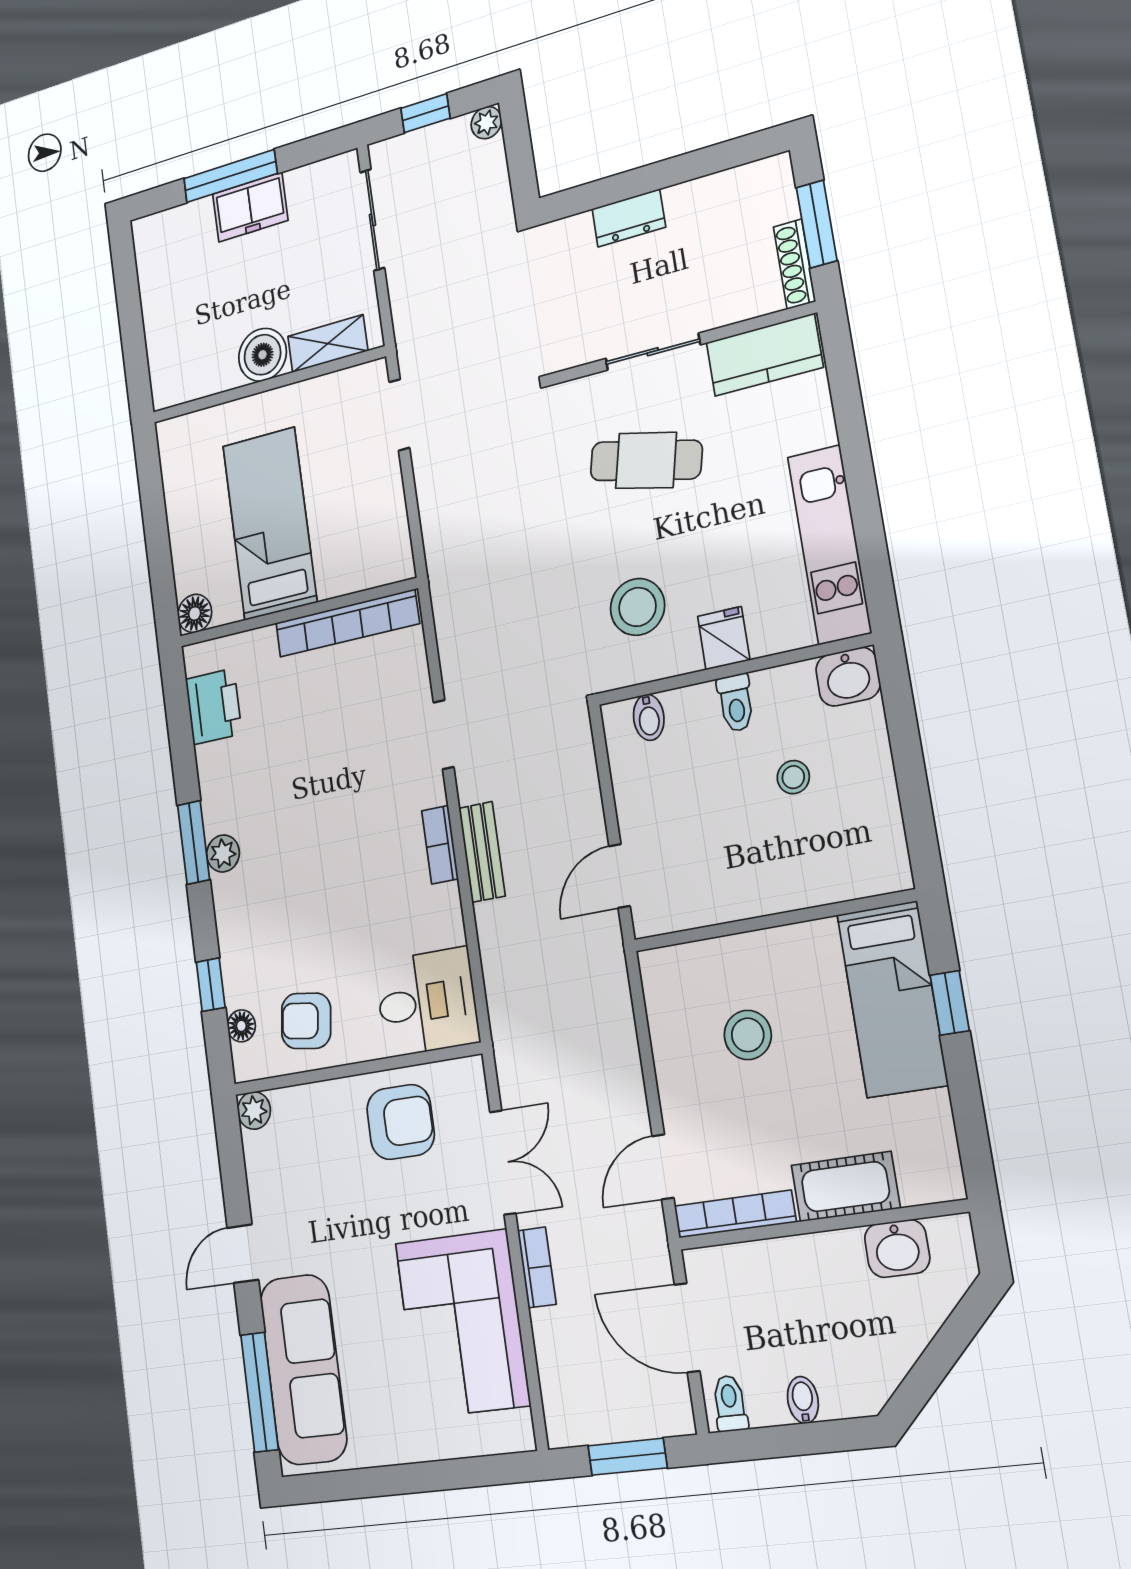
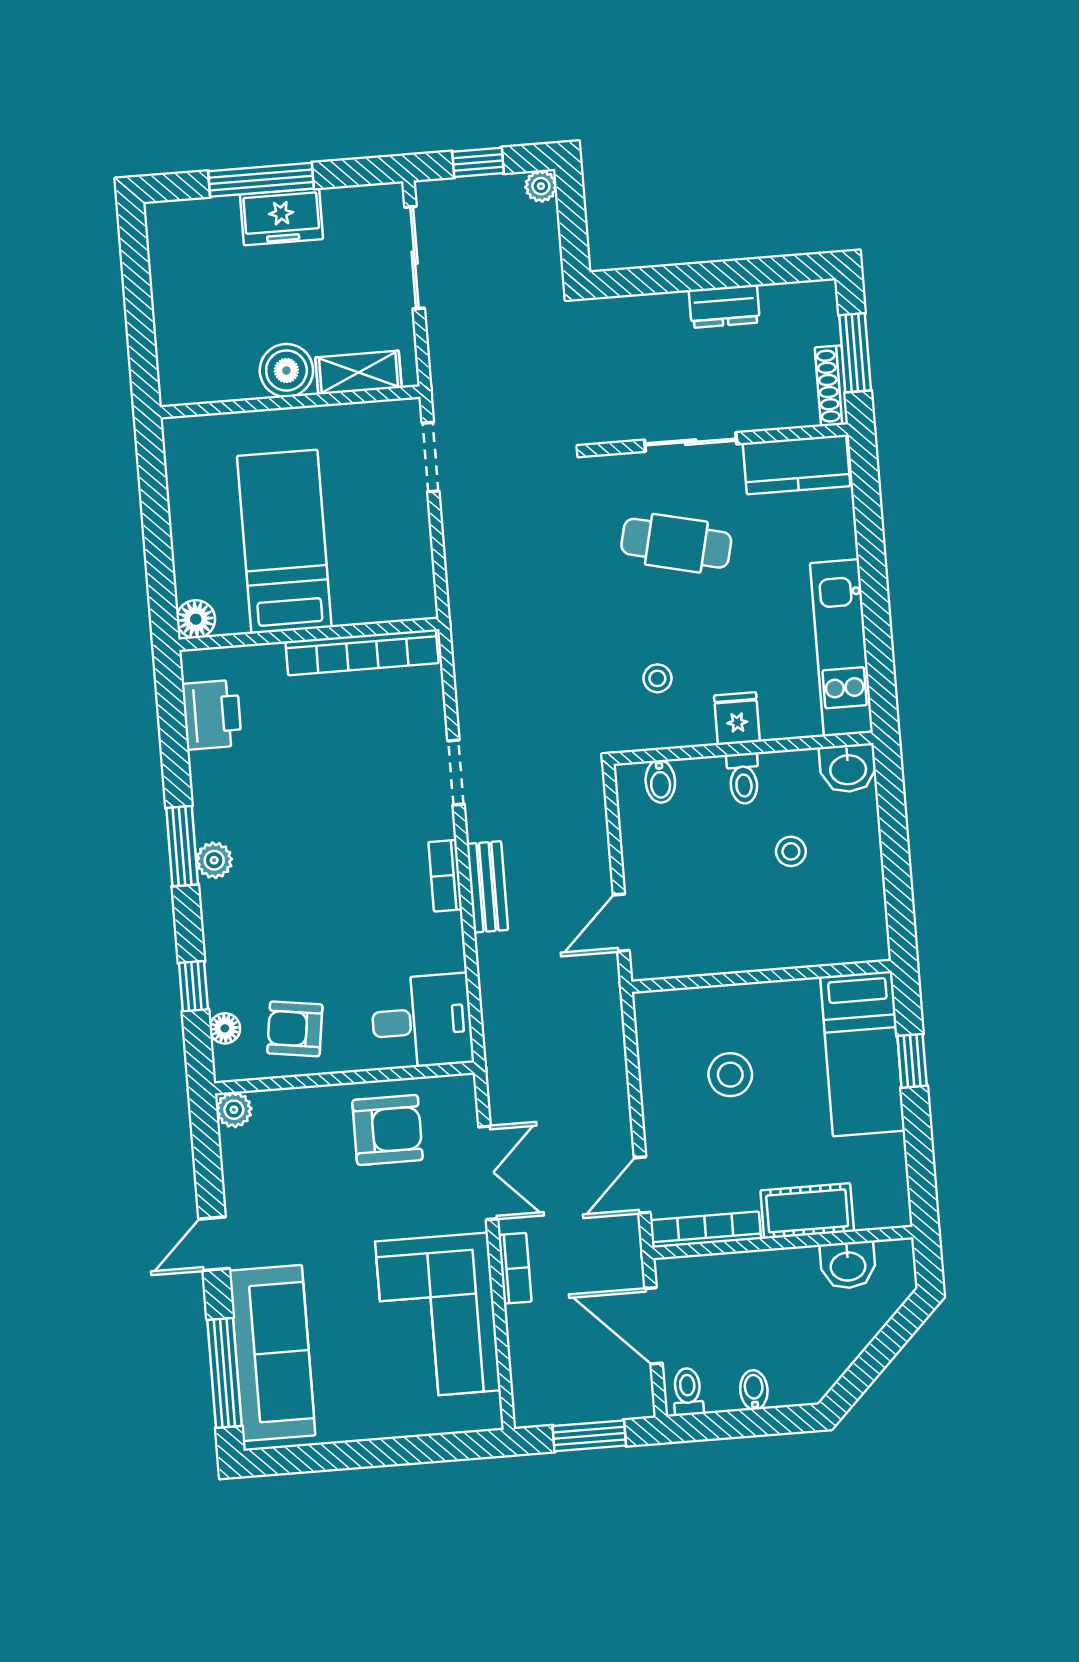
dresser: (629, 218) -> (724, 306), moved
stool: (637, 607) -> (657, 678), width x0.53, depth x0.53

